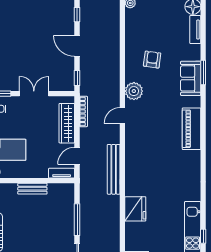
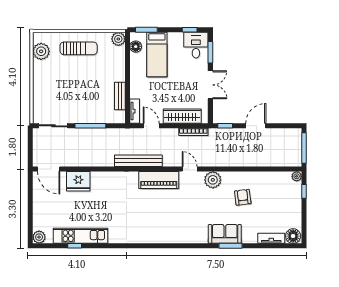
window: (77, 15) -> (286, 126), removed
armchair: (152, 60) -> (243, 197), turned -105
piano: (192, 129) -> (159, 180), moved, turned 180
bench: (32, 189) -> (120, 96), moved
fridge: (135, 209) -> (78, 181), moved

